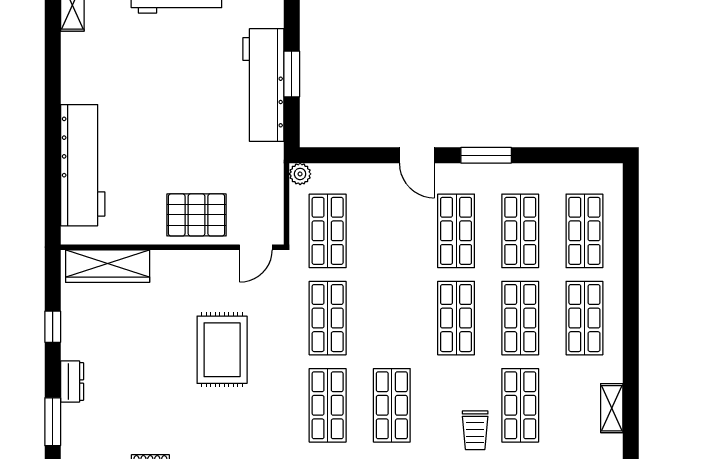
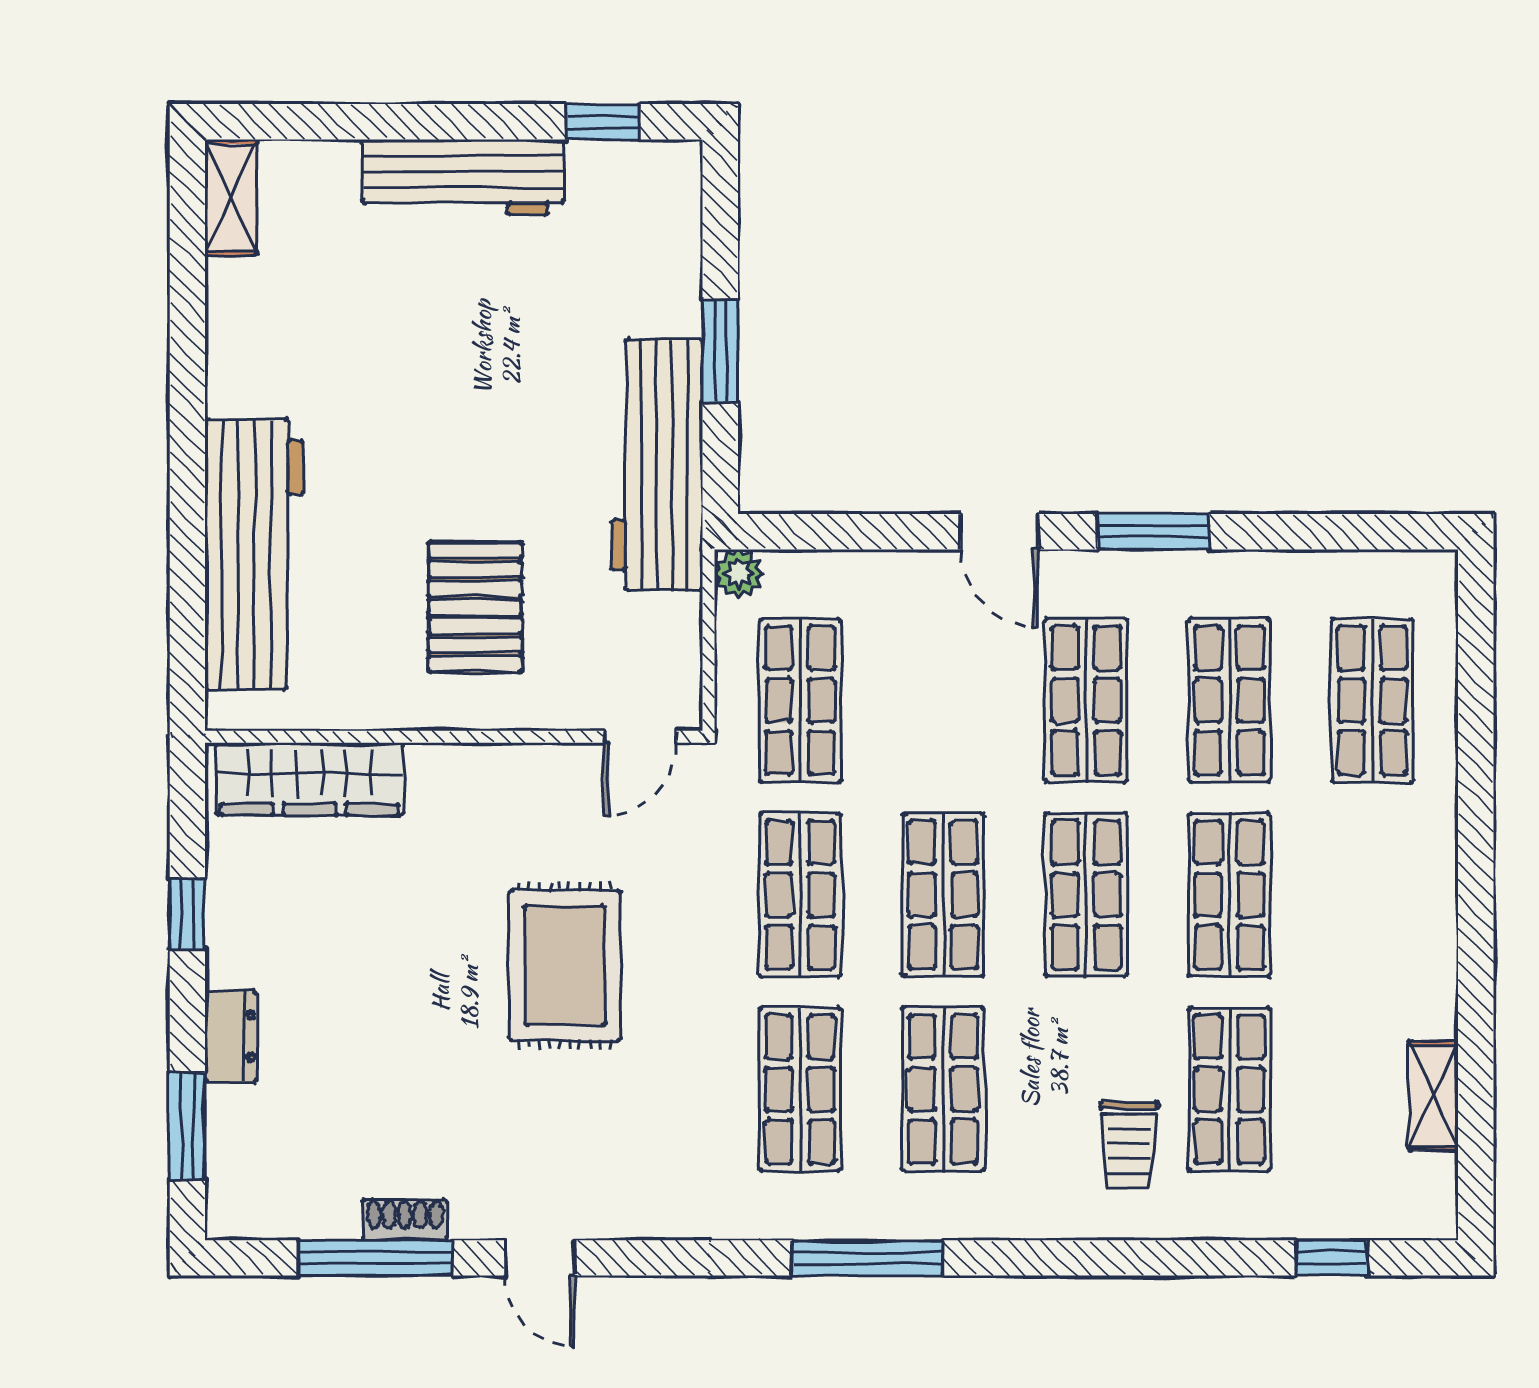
workbench: (263, 85) -> (657, 465), moved
pallet: (196, 215) -> (475, 607), moved, turned 90
shop shelf: (584, 318) -> (943, 895), moved

